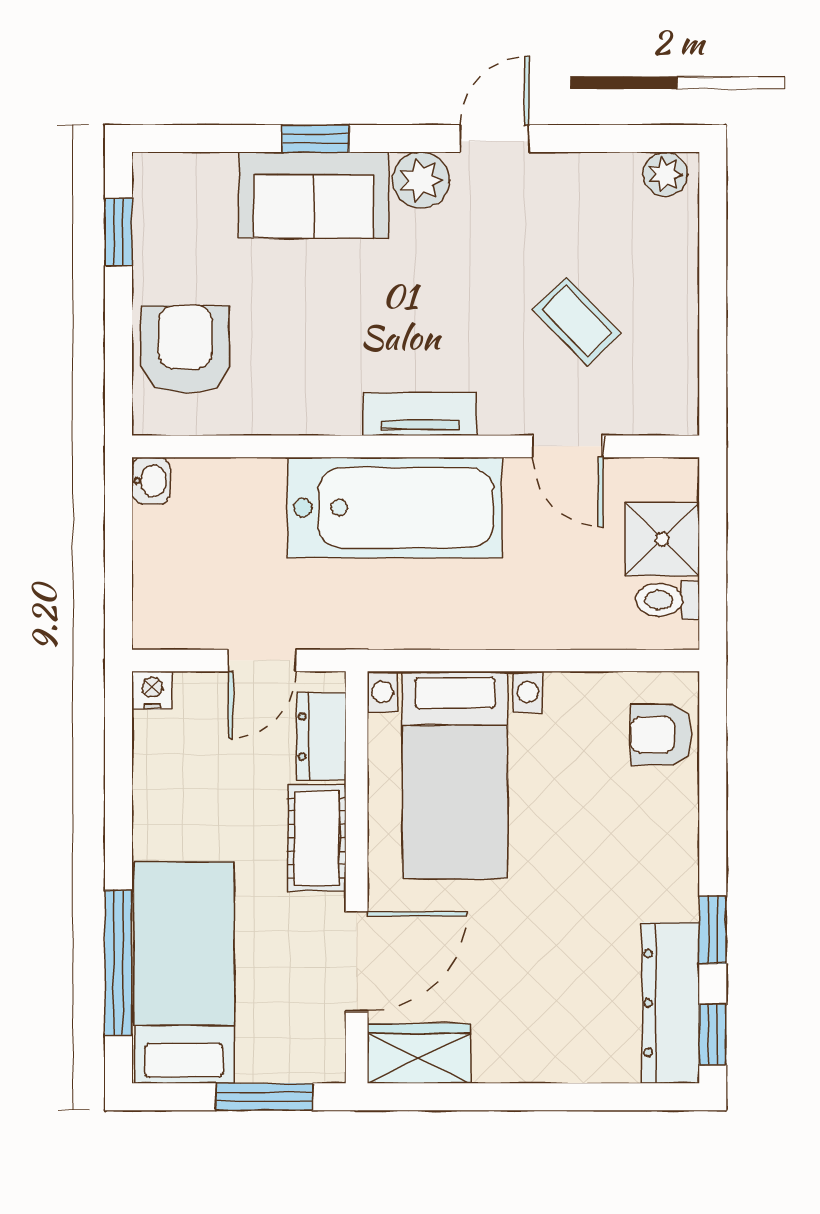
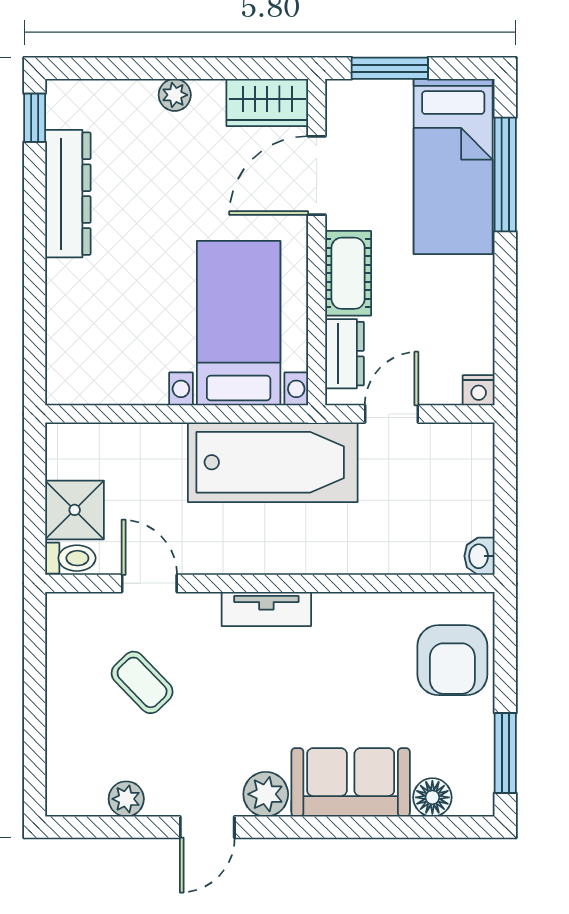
window: (316, 139) -> (349, 827), removed
plant: (665, 174) -> (126, 799), moved
floor lamp: (210, 176) -> (432, 797), added
window: (118, 232) -> (505, 753), width x1.50
bathtub: (395, 508) -> (273, 462), moved, turned 180
toilet: (667, 600) -> (70, 558), moved
armchair: (661, 735) -> (75, 355), removed
window: (713, 930) -> (35, 201), removed
dresser: (671, 1003) -> (68, 194), moved
plant: (536, 1063) -> (175, 95), added

